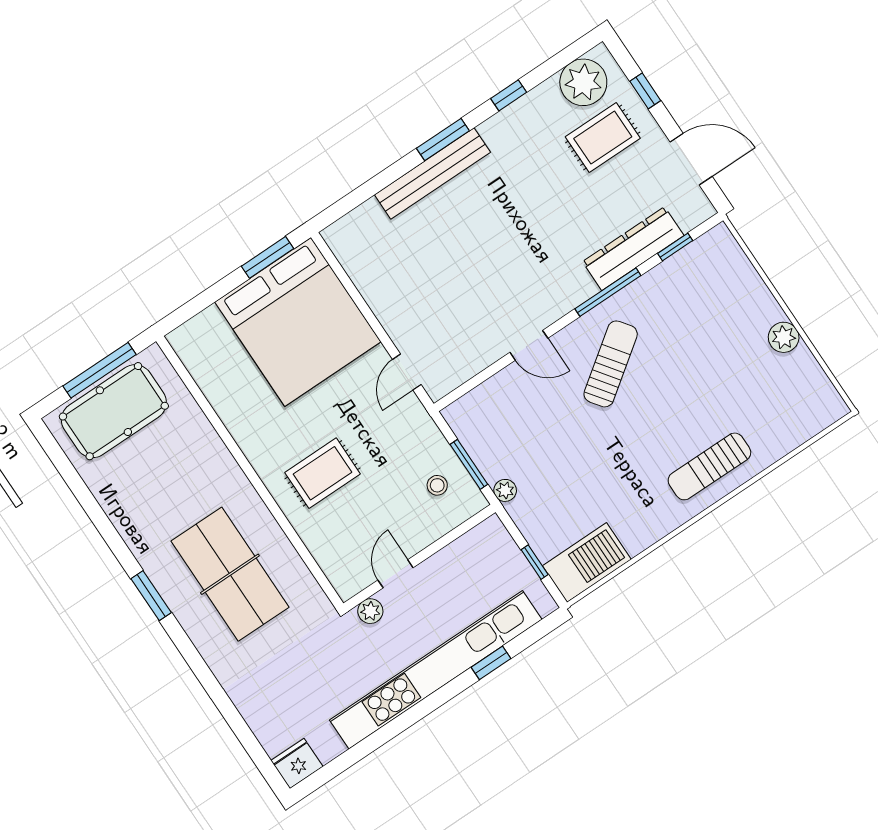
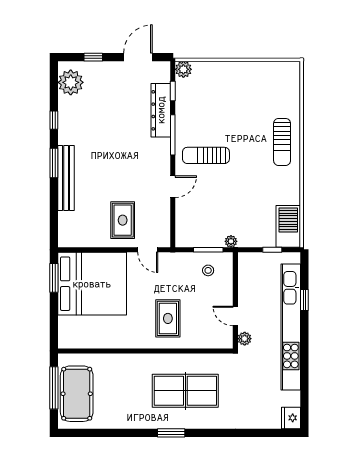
rug: (603, 138) -> (123, 220), moved
plant: (784, 337) -> (183, 69), moved
sun lounger: (611, 364) -> (206, 155), turned -54

